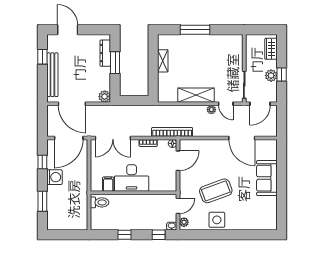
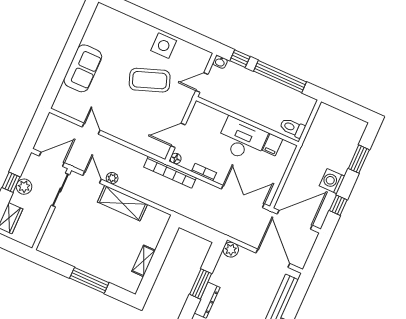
door: (242, 138) -> (91, 129), width x0.53
plant: (184, 222) -> (204, 60), removed
window: (125, 235) -> (280, 77), width x3.17

